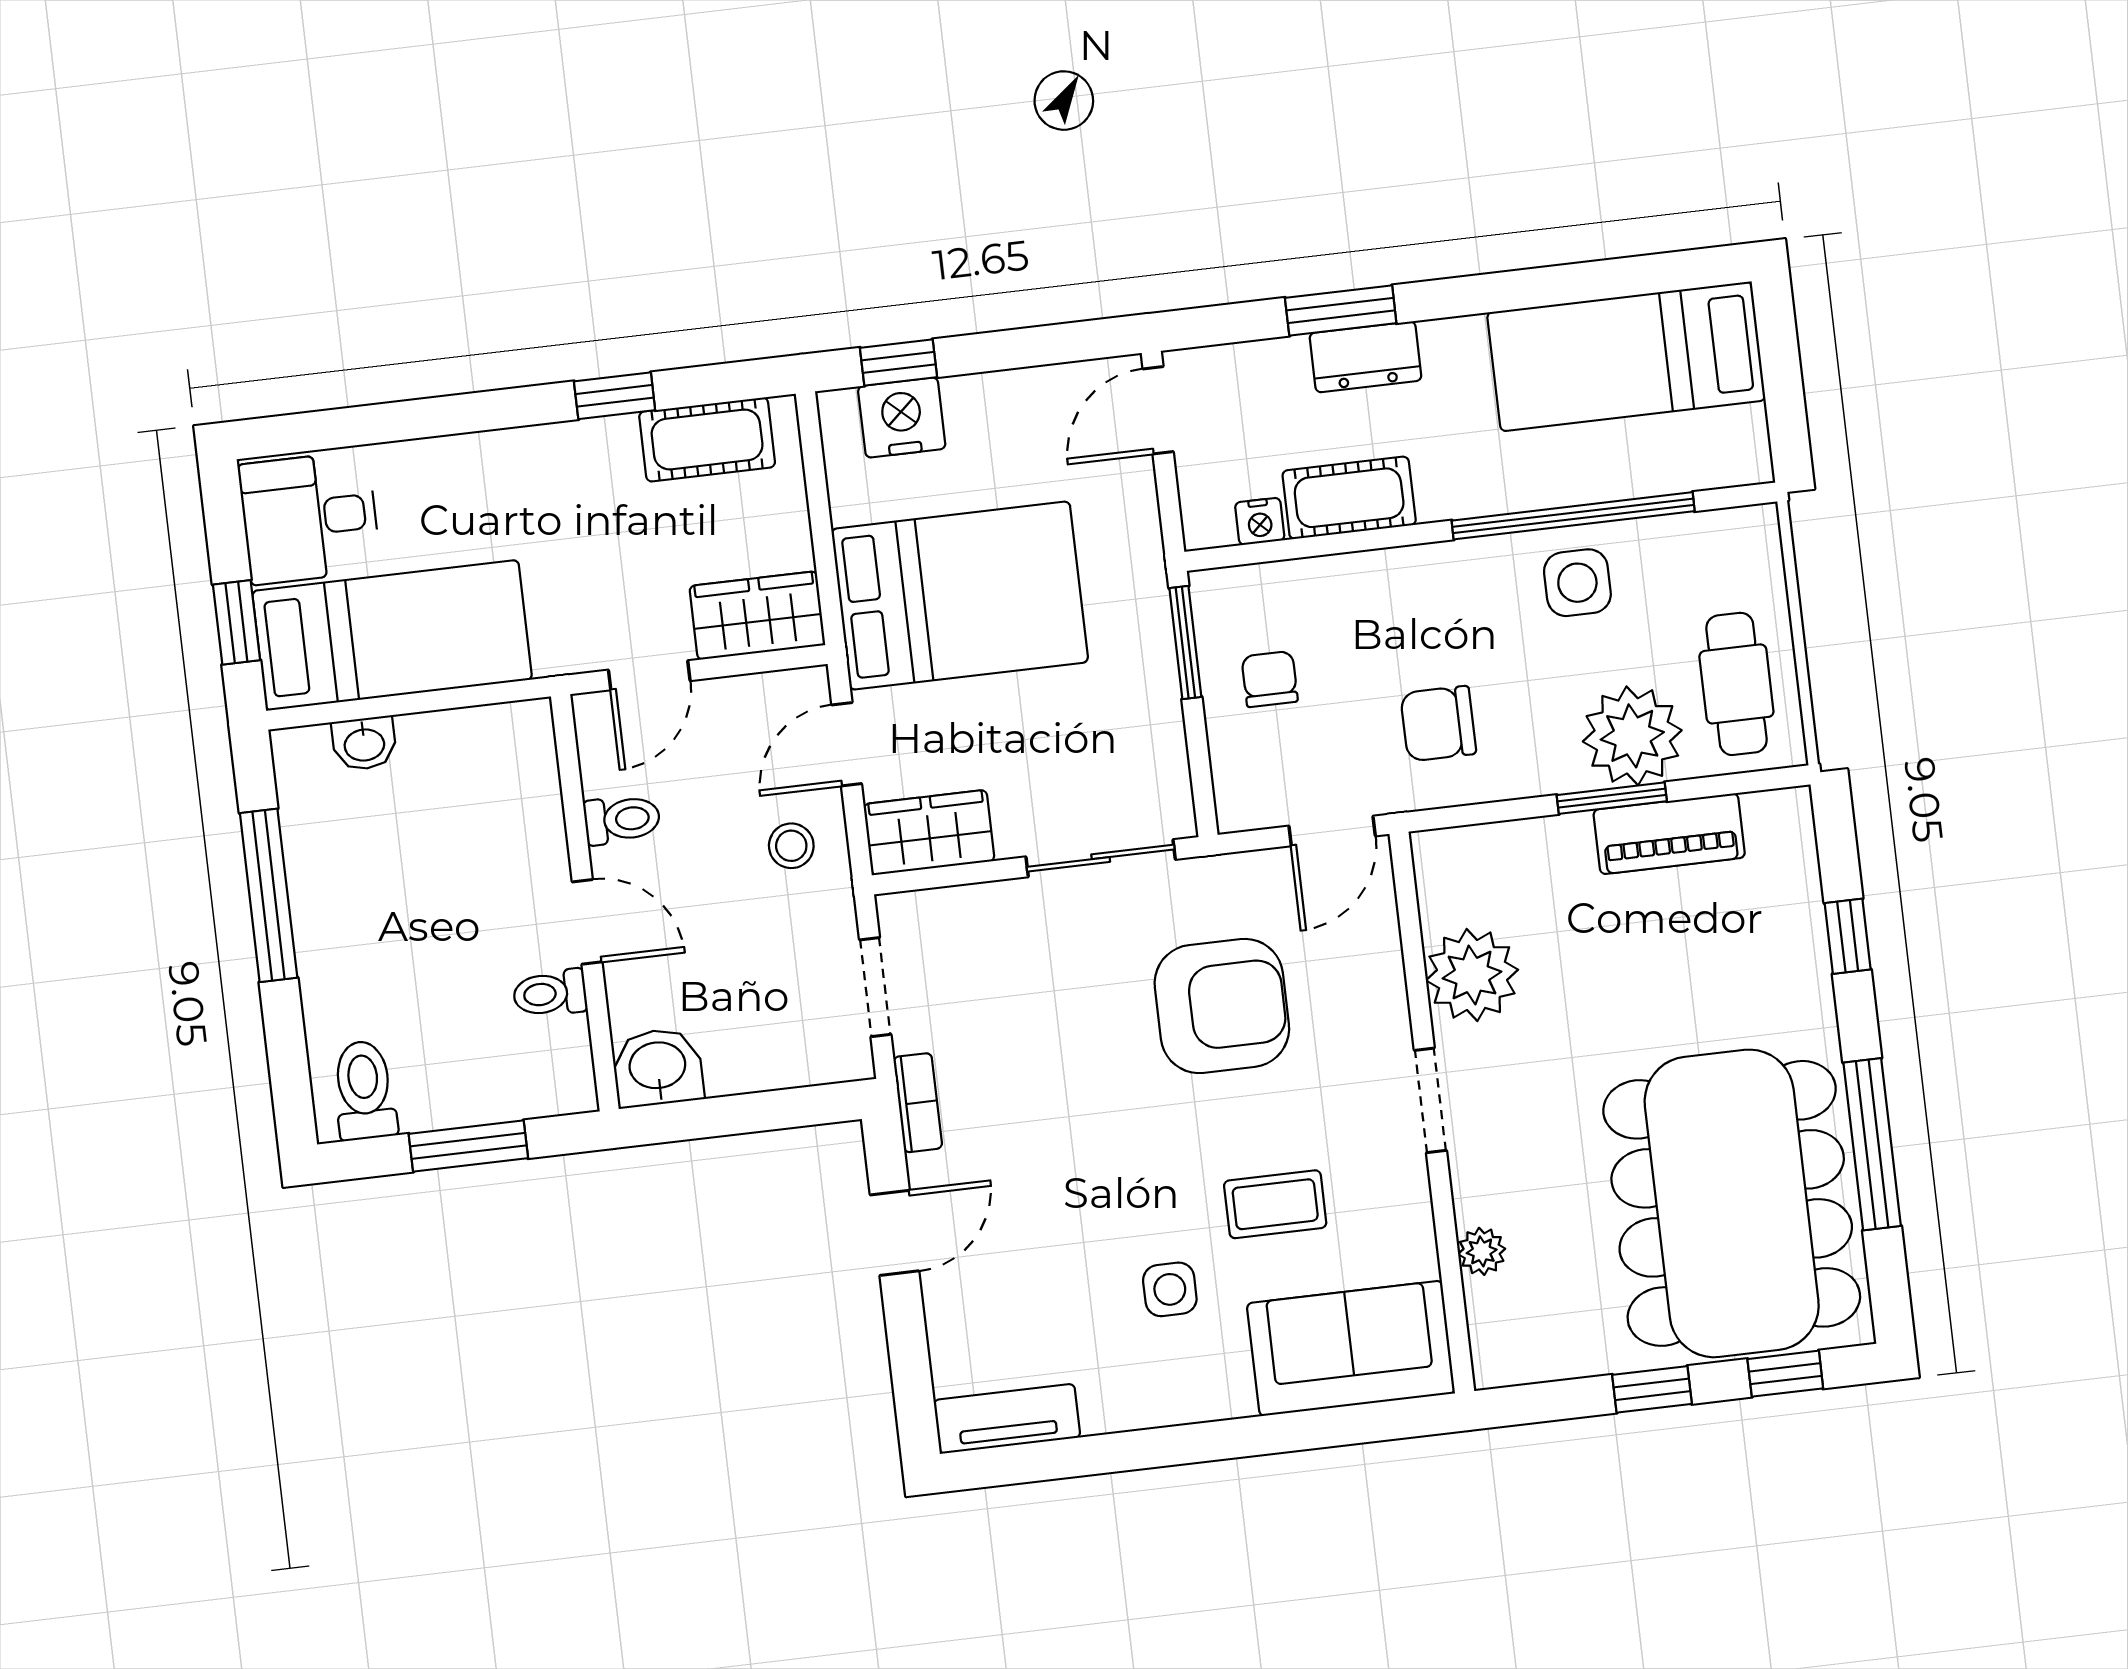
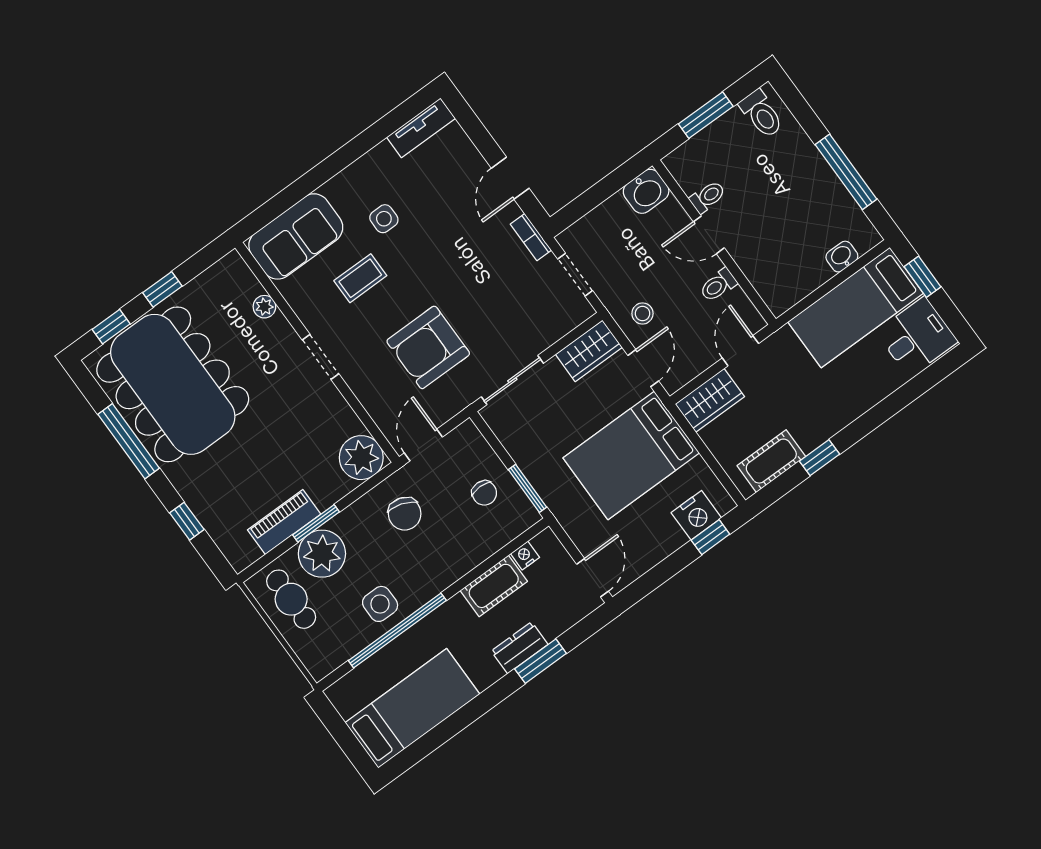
chair: (1438, 724) -> (405, 514), turned 108
plant: (1472, 975) -> (361, 458), moved

